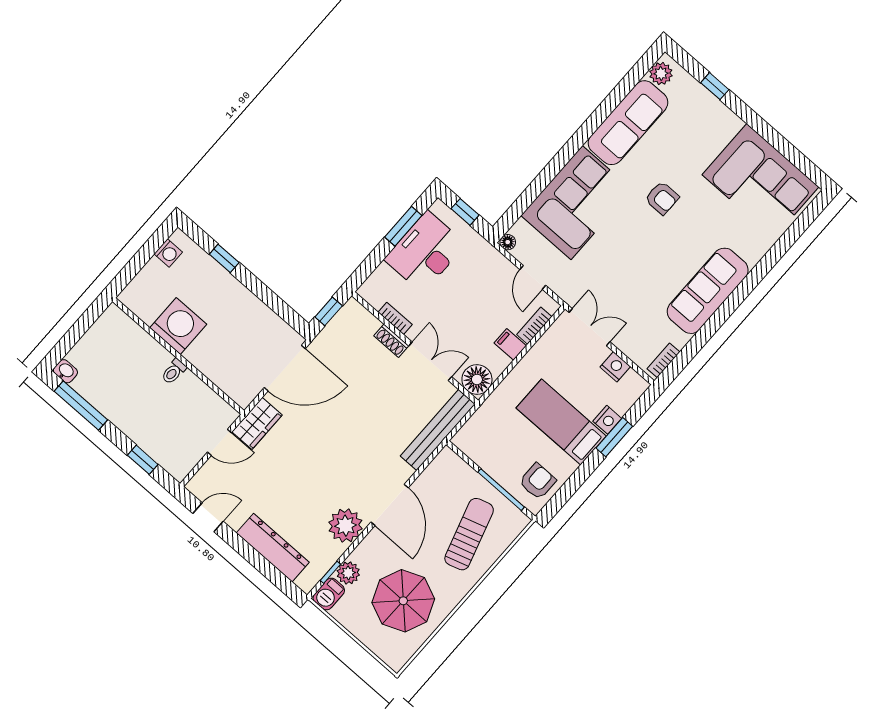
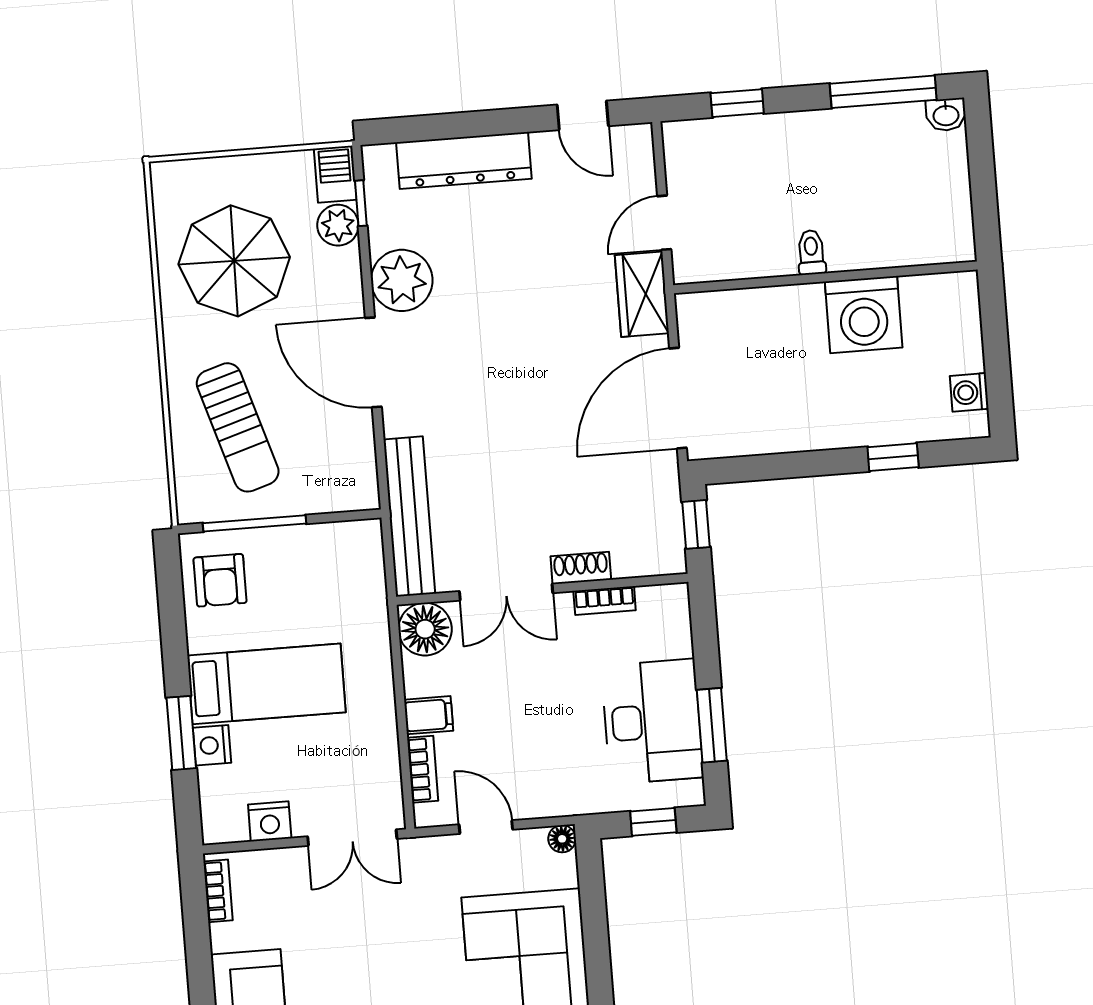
door: (208, 517) -> (583, 115), hinge flipped

